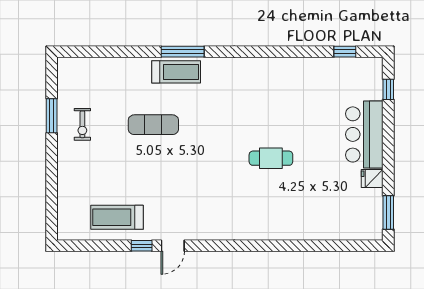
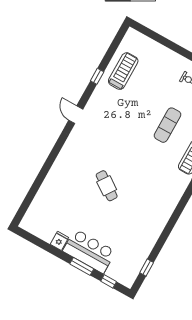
cafe table: (271, 158) -> (107, 186), turned -55
window: (388, 212) -> (82, 266), moved
door: (173, 246) -> (76, 115), moved

